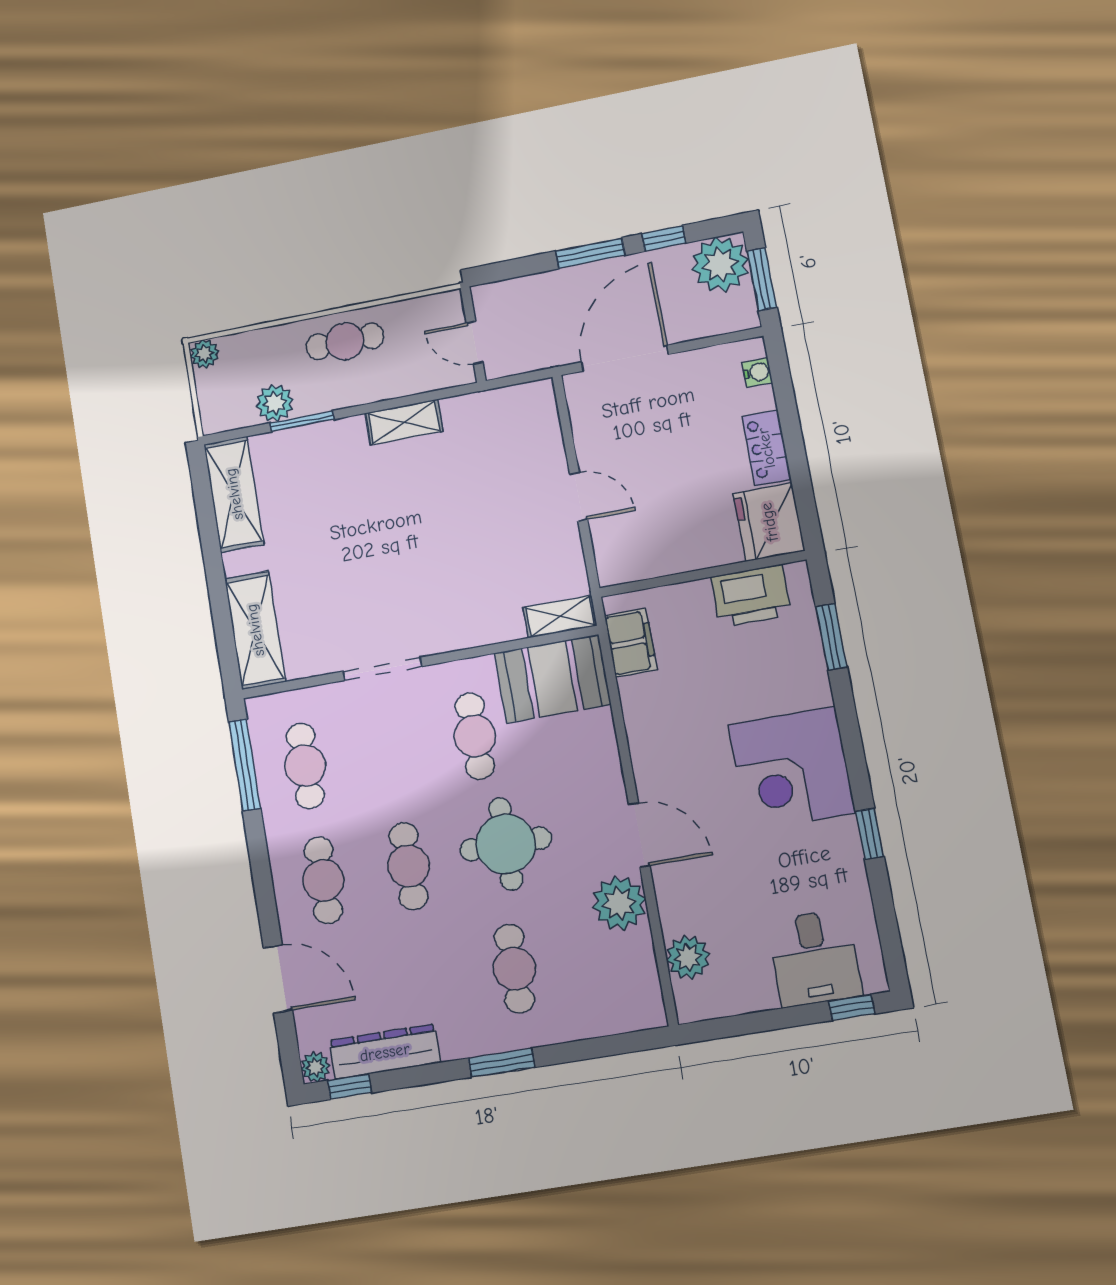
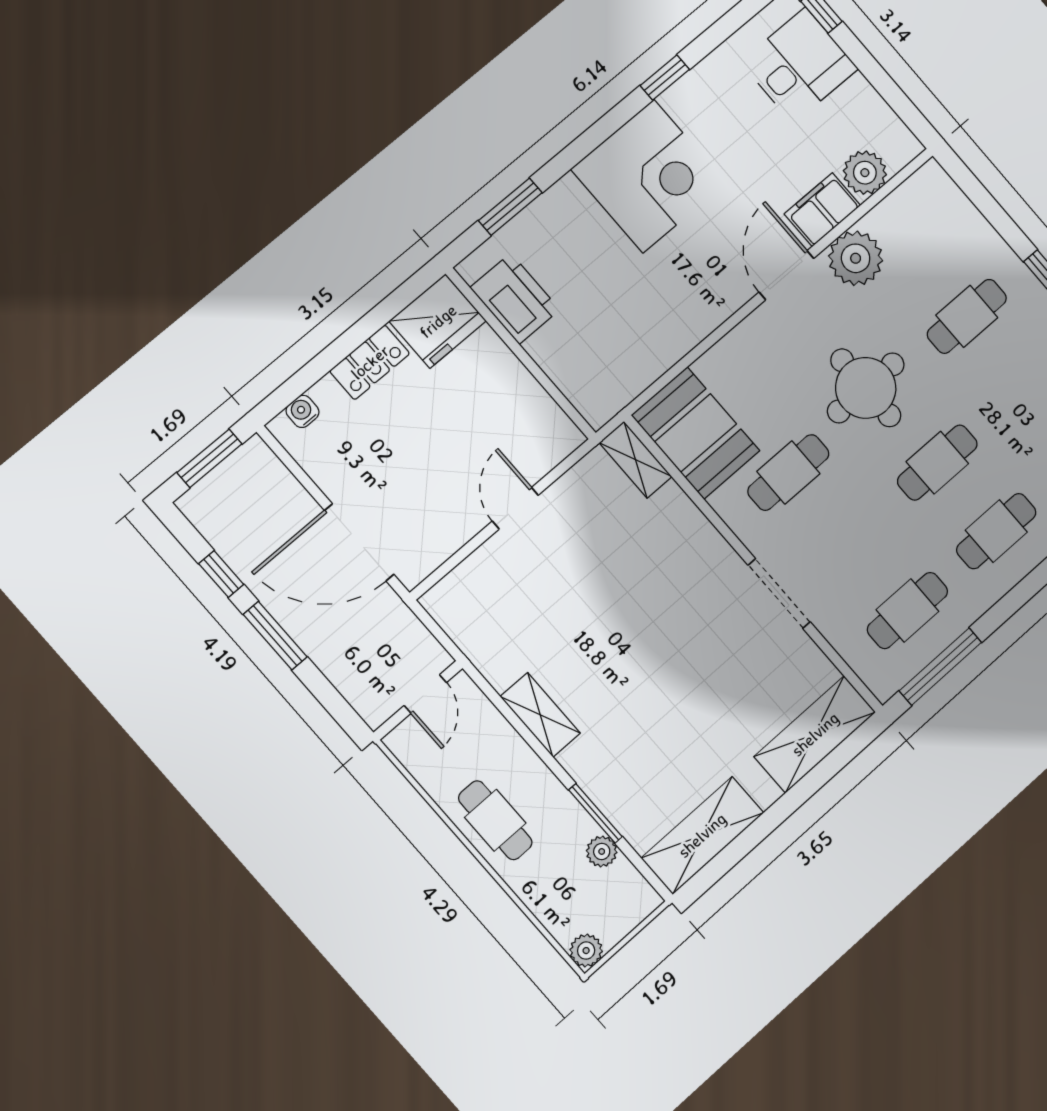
plant: (720, 264) -> (217, 506), removed
plant: (275, 403) -> (602, 851), width x0.73, depth x0.73
filing cabinet: (631, 643) -> (822, 210), moved

